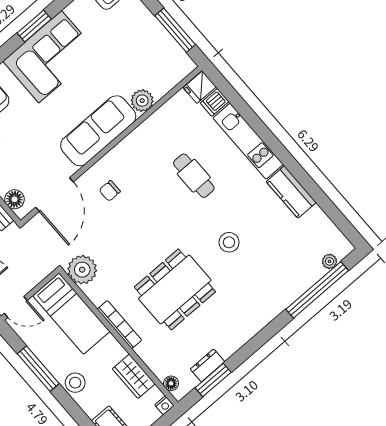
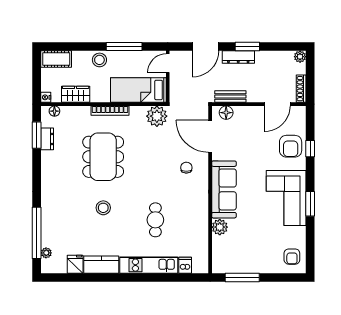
fridge: (200, 87) -> (75, 264), moved
cafe table: (194, 176) -> (155, 220), turned 90

